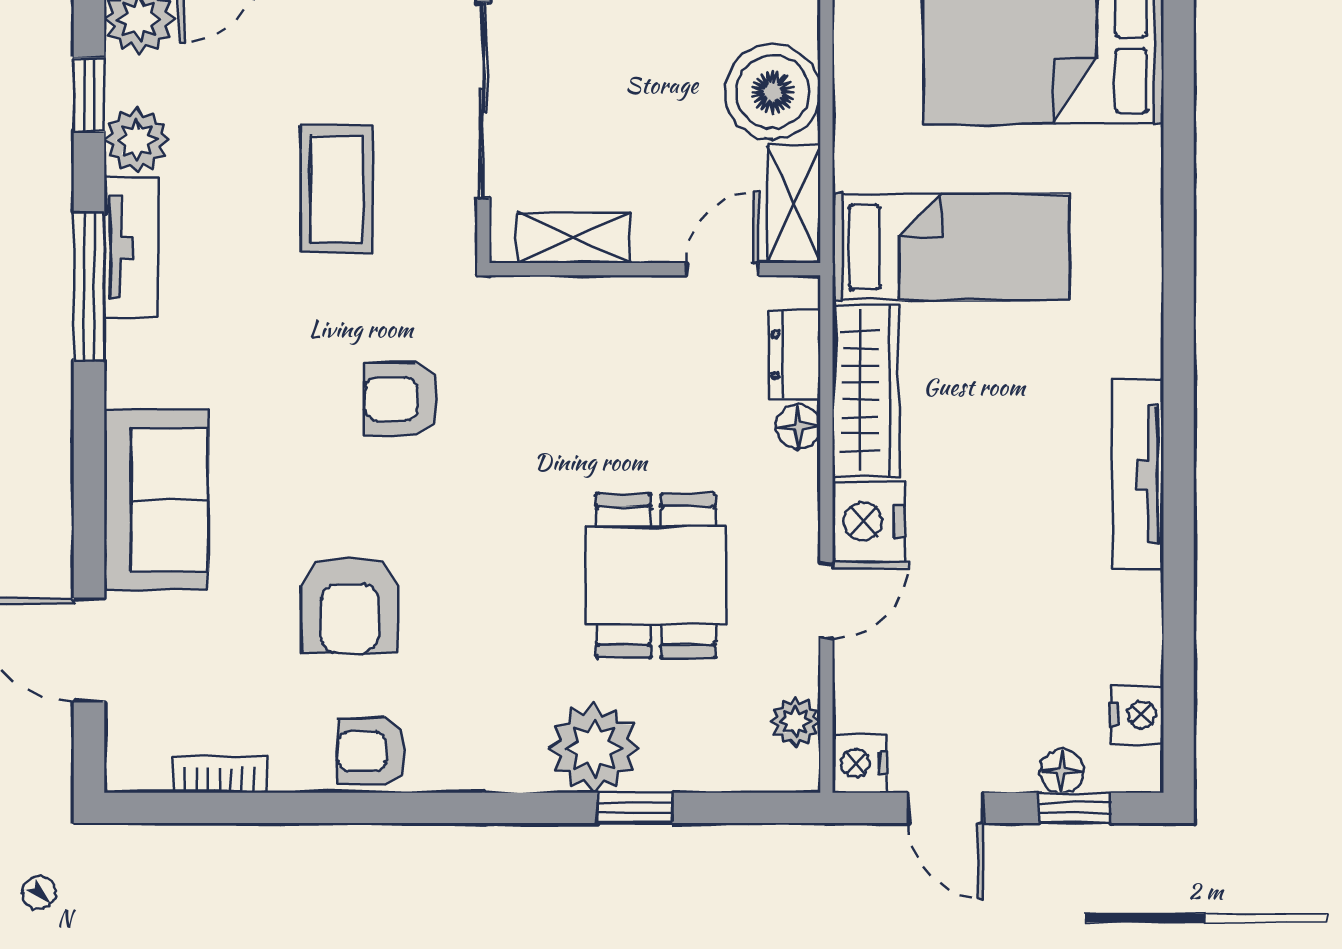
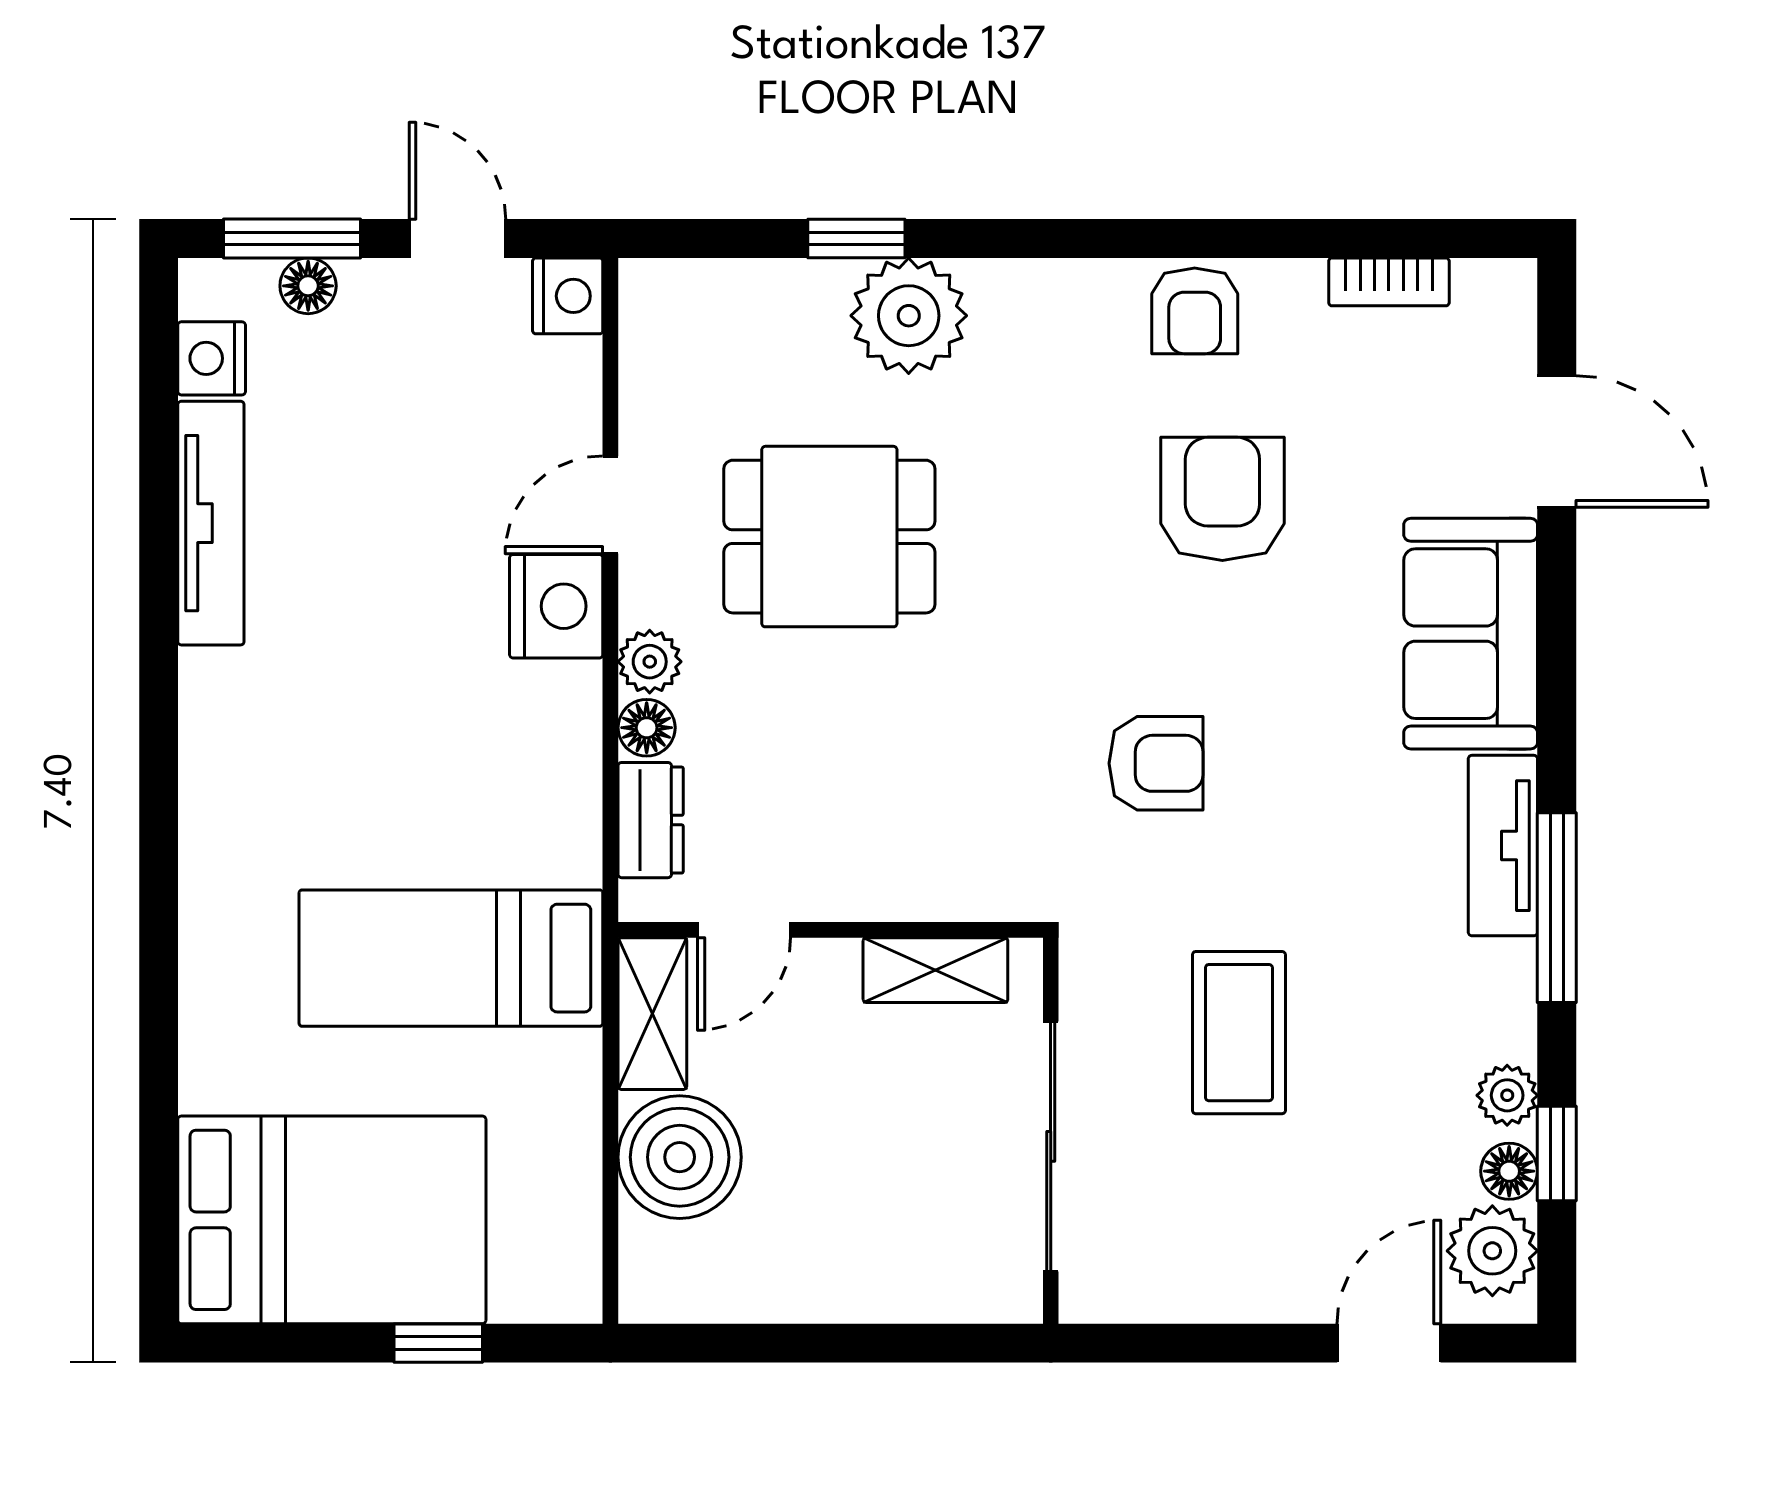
floor lamp: (126, 81) -> (1509, 1171), added
plant: (136, 140) -> (1507, 1095), width x0.73, depth x0.73
tv unit: (131, 248) -> (1503, 846), moved
wardrobe: (866, 391) -> (560, 774), removed
tv unit: (1138, 474) -> (211, 523), moved
dining table: (656, 576) -> (829, 537), turned 90
plant: (796, 722) -> (650, 662), moved
armchair: (371, 752) -> (1195, 311), turned 90
window: (1075, 808) -> (292, 239), width x1.50

